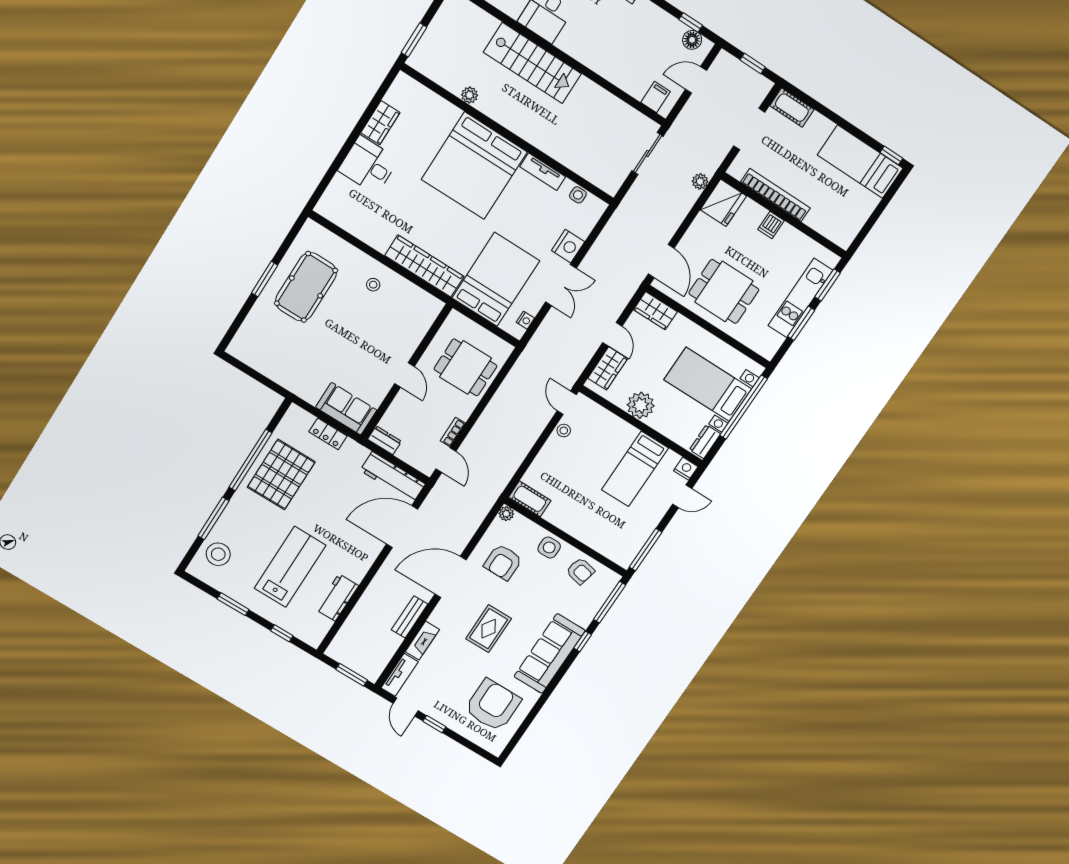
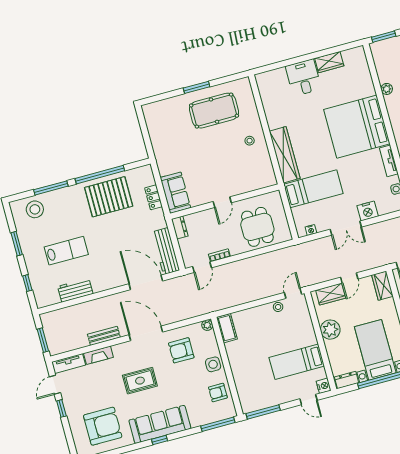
bed: (496, 279) -> (313, 189), width x0.67
lab bench: (290, 567) -> (66, 251), width x0.73, depth x0.72
armchair: (580, 571) -> (218, 393), turned 77
window: (583, 641) -> (159, 440), moved

